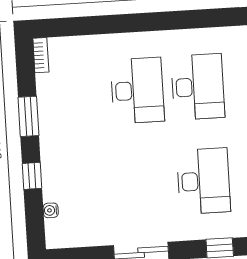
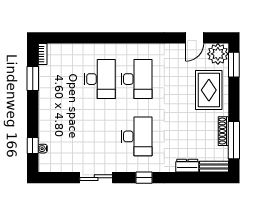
window: (28, 116) -> (33, 78), moved
window: (32, 176) -> (33, 145), moved

